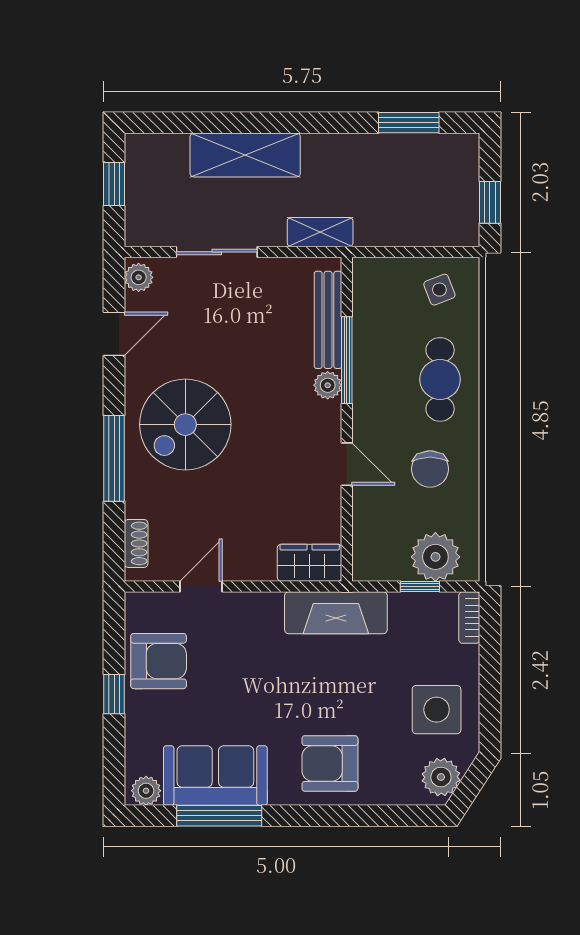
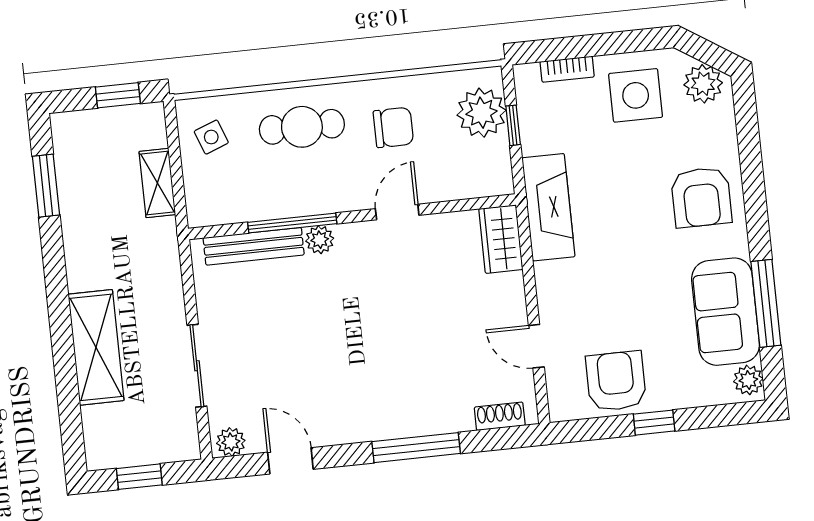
shelving: (320, 232) -> (157, 183), moved
spiral stairs: (185, 425) -> (374, 379), removed
bookcase: (469, 618) -> (567, 69), moved

